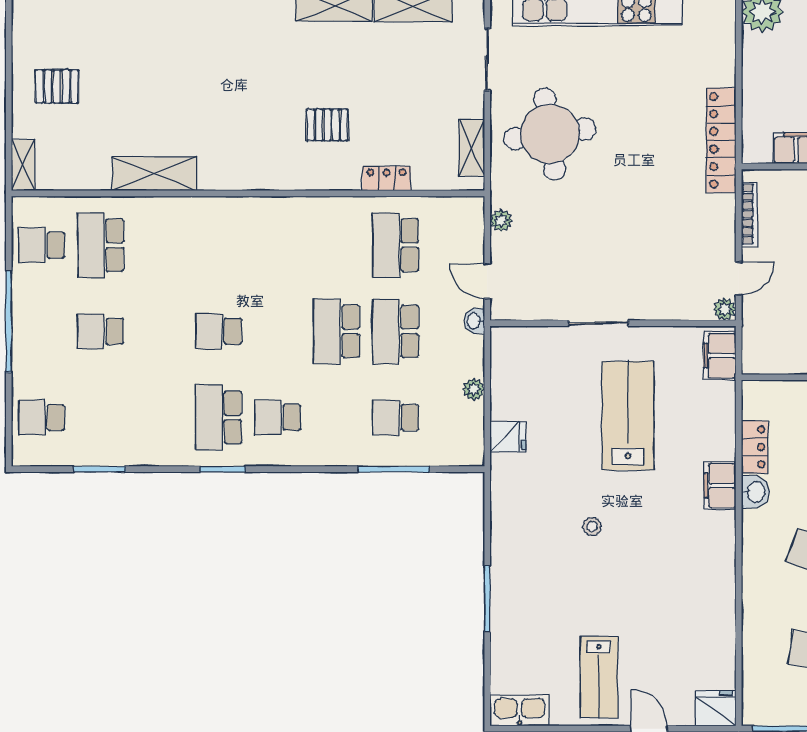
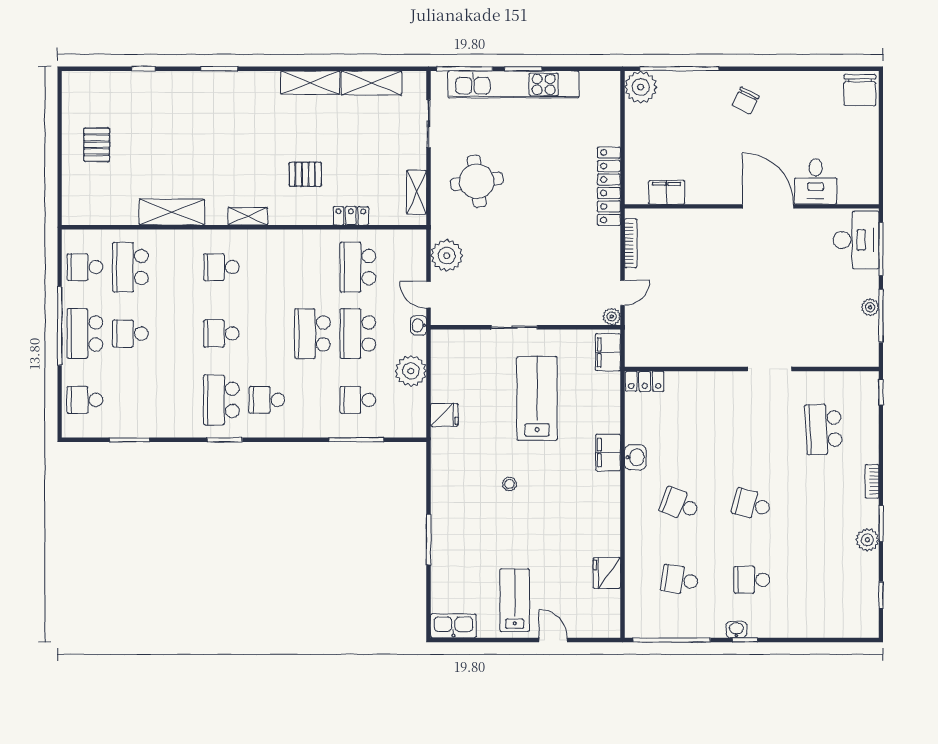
pallet: (57, 86) -> (97, 145), turned 90
round table: (550, 134) -> (477, 181), width x0.73, depth x0.73
shelving: (23, 165) -> (248, 216), moved, turned 90
plant: (501, 220) -> (447, 256), width x1.87, depth x1.87
school desk: (219, 245) -> (221, 267), added
school desk: (42, 331) -> (85, 334), added
plant: (474, 389) -> (411, 371), width x1.88, depth x1.88
locker: (755, 447) -> (645, 381), moved, turned 90
lab bench: (599, 677) -> (515, 600), turned 180
fridge: (716, 708) -> (607, 573), moved, turned -90

